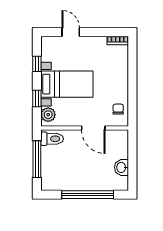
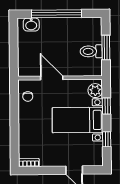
toilet: (52, 139) -> (91, 51), moved
window: (37, 159) -> (106, 47), width x0.69
washbasin: (122, 167) -> (31, 25), moved, turned 90

